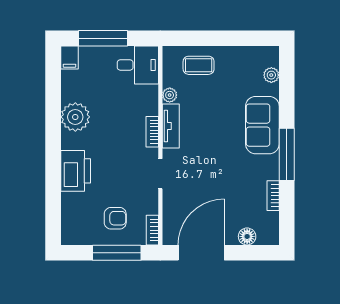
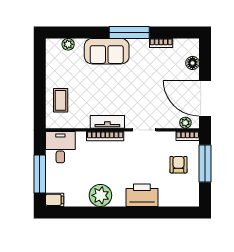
plant: (170, 95) -> (185, 123), moved
bookcase: (152, 132) -> (105, 136), width x1.56

